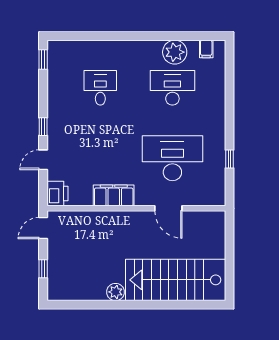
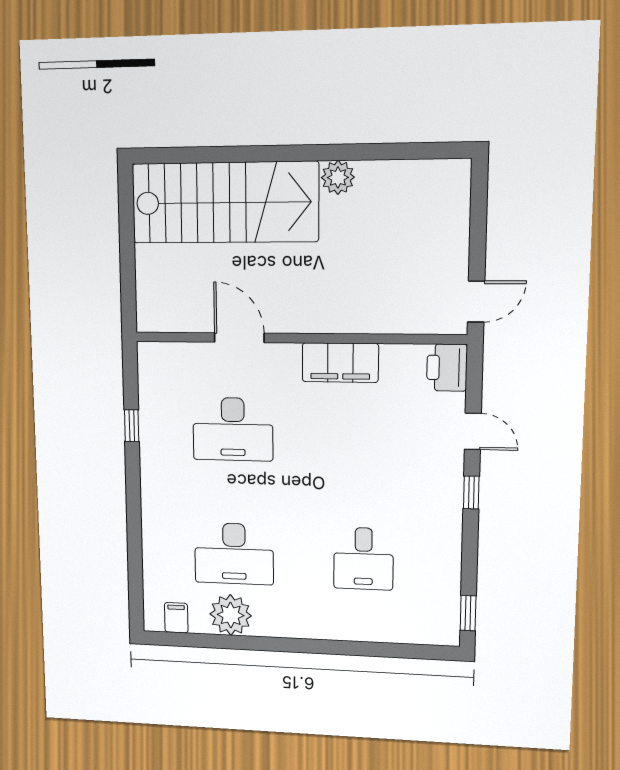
desk: (172, 158) -> (233, 429), width x0.73, depth x0.77
door: (43, 160) -> (473, 431), hinge flipped
window: (43, 269) -> (478, 222), removed

